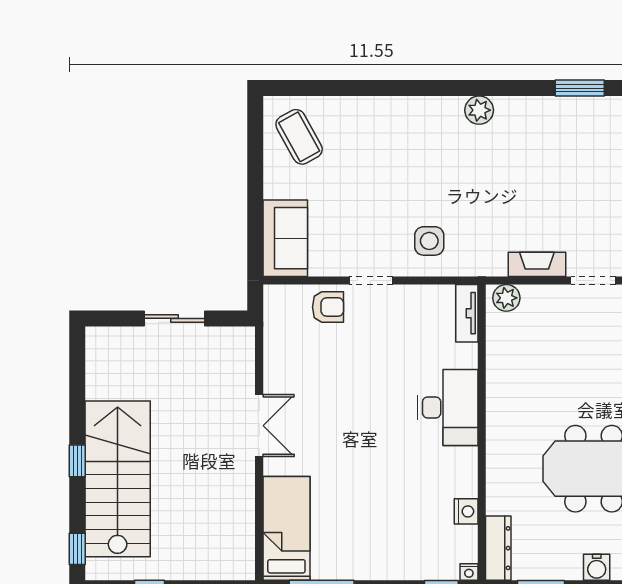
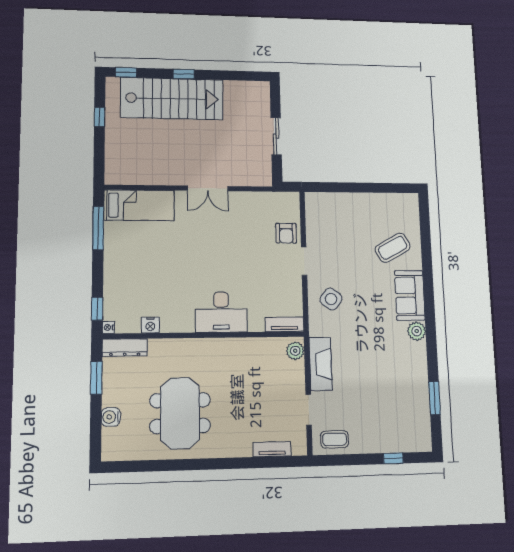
coffee table: (299, 137) -> (393, 248), moved
sofa: (285, 238) -> (410, 295), moved, turned 90
side table: (429, 241) -> (331, 299), turned 38
fireplace: (537, 264) -> (321, 364), width x1.37, depth x1.32

